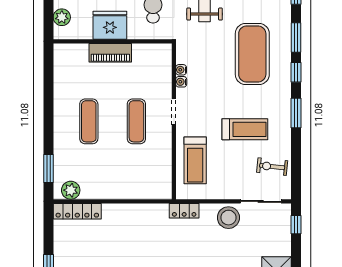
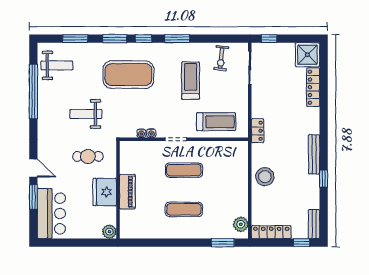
plant: (62, 17) -> (109, 232), moved
locker: (77, 211) -> (271, 232), moved, turned -90
stool: (228, 218) -> (265, 177), moved

